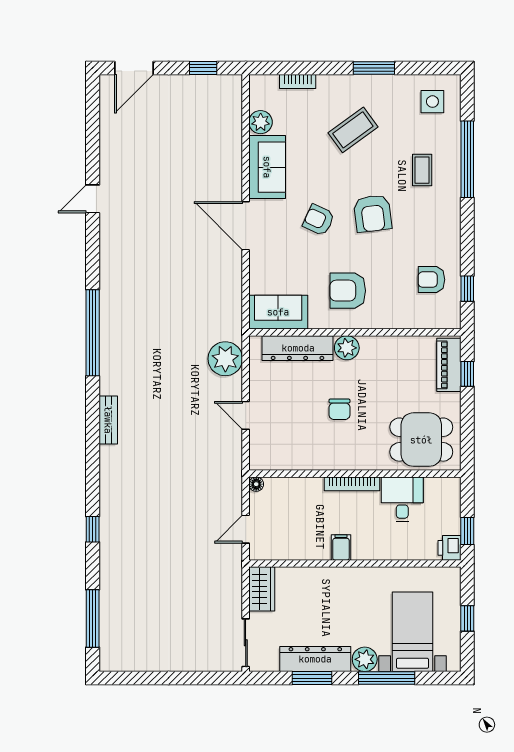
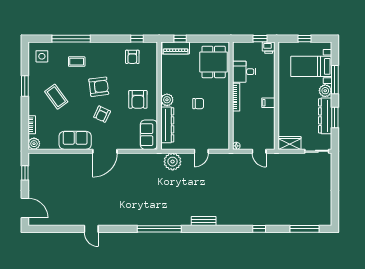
plant: (261, 122) -> (34, 144), moved

